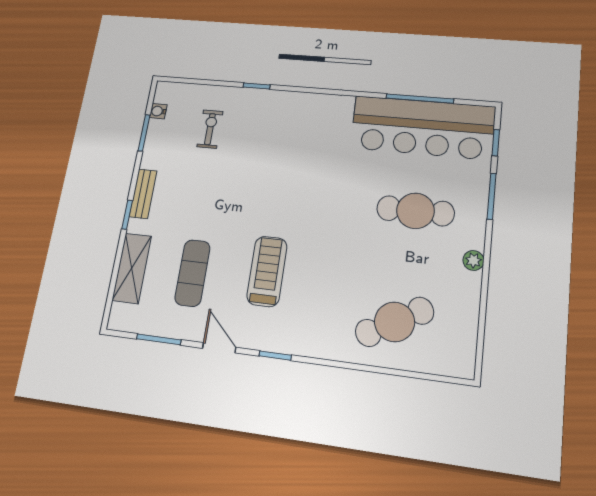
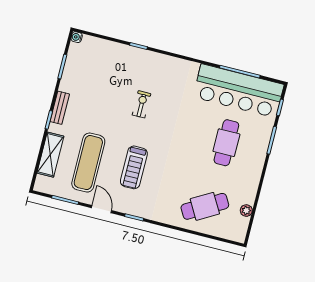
water cooler: (158, 111) -> (77, 37), moved
exercise bike: (210, 129) -> (142, 104), moved
cafe table: (415, 211) -> (226, 143), turned 90
plant: (473, 260) -> (246, 211), moved
treadmill: (267, 271) -> (134, 167), turned 180
exercise mat: (192, 273) -> (88, 163), width x1.36, depth x1.45

